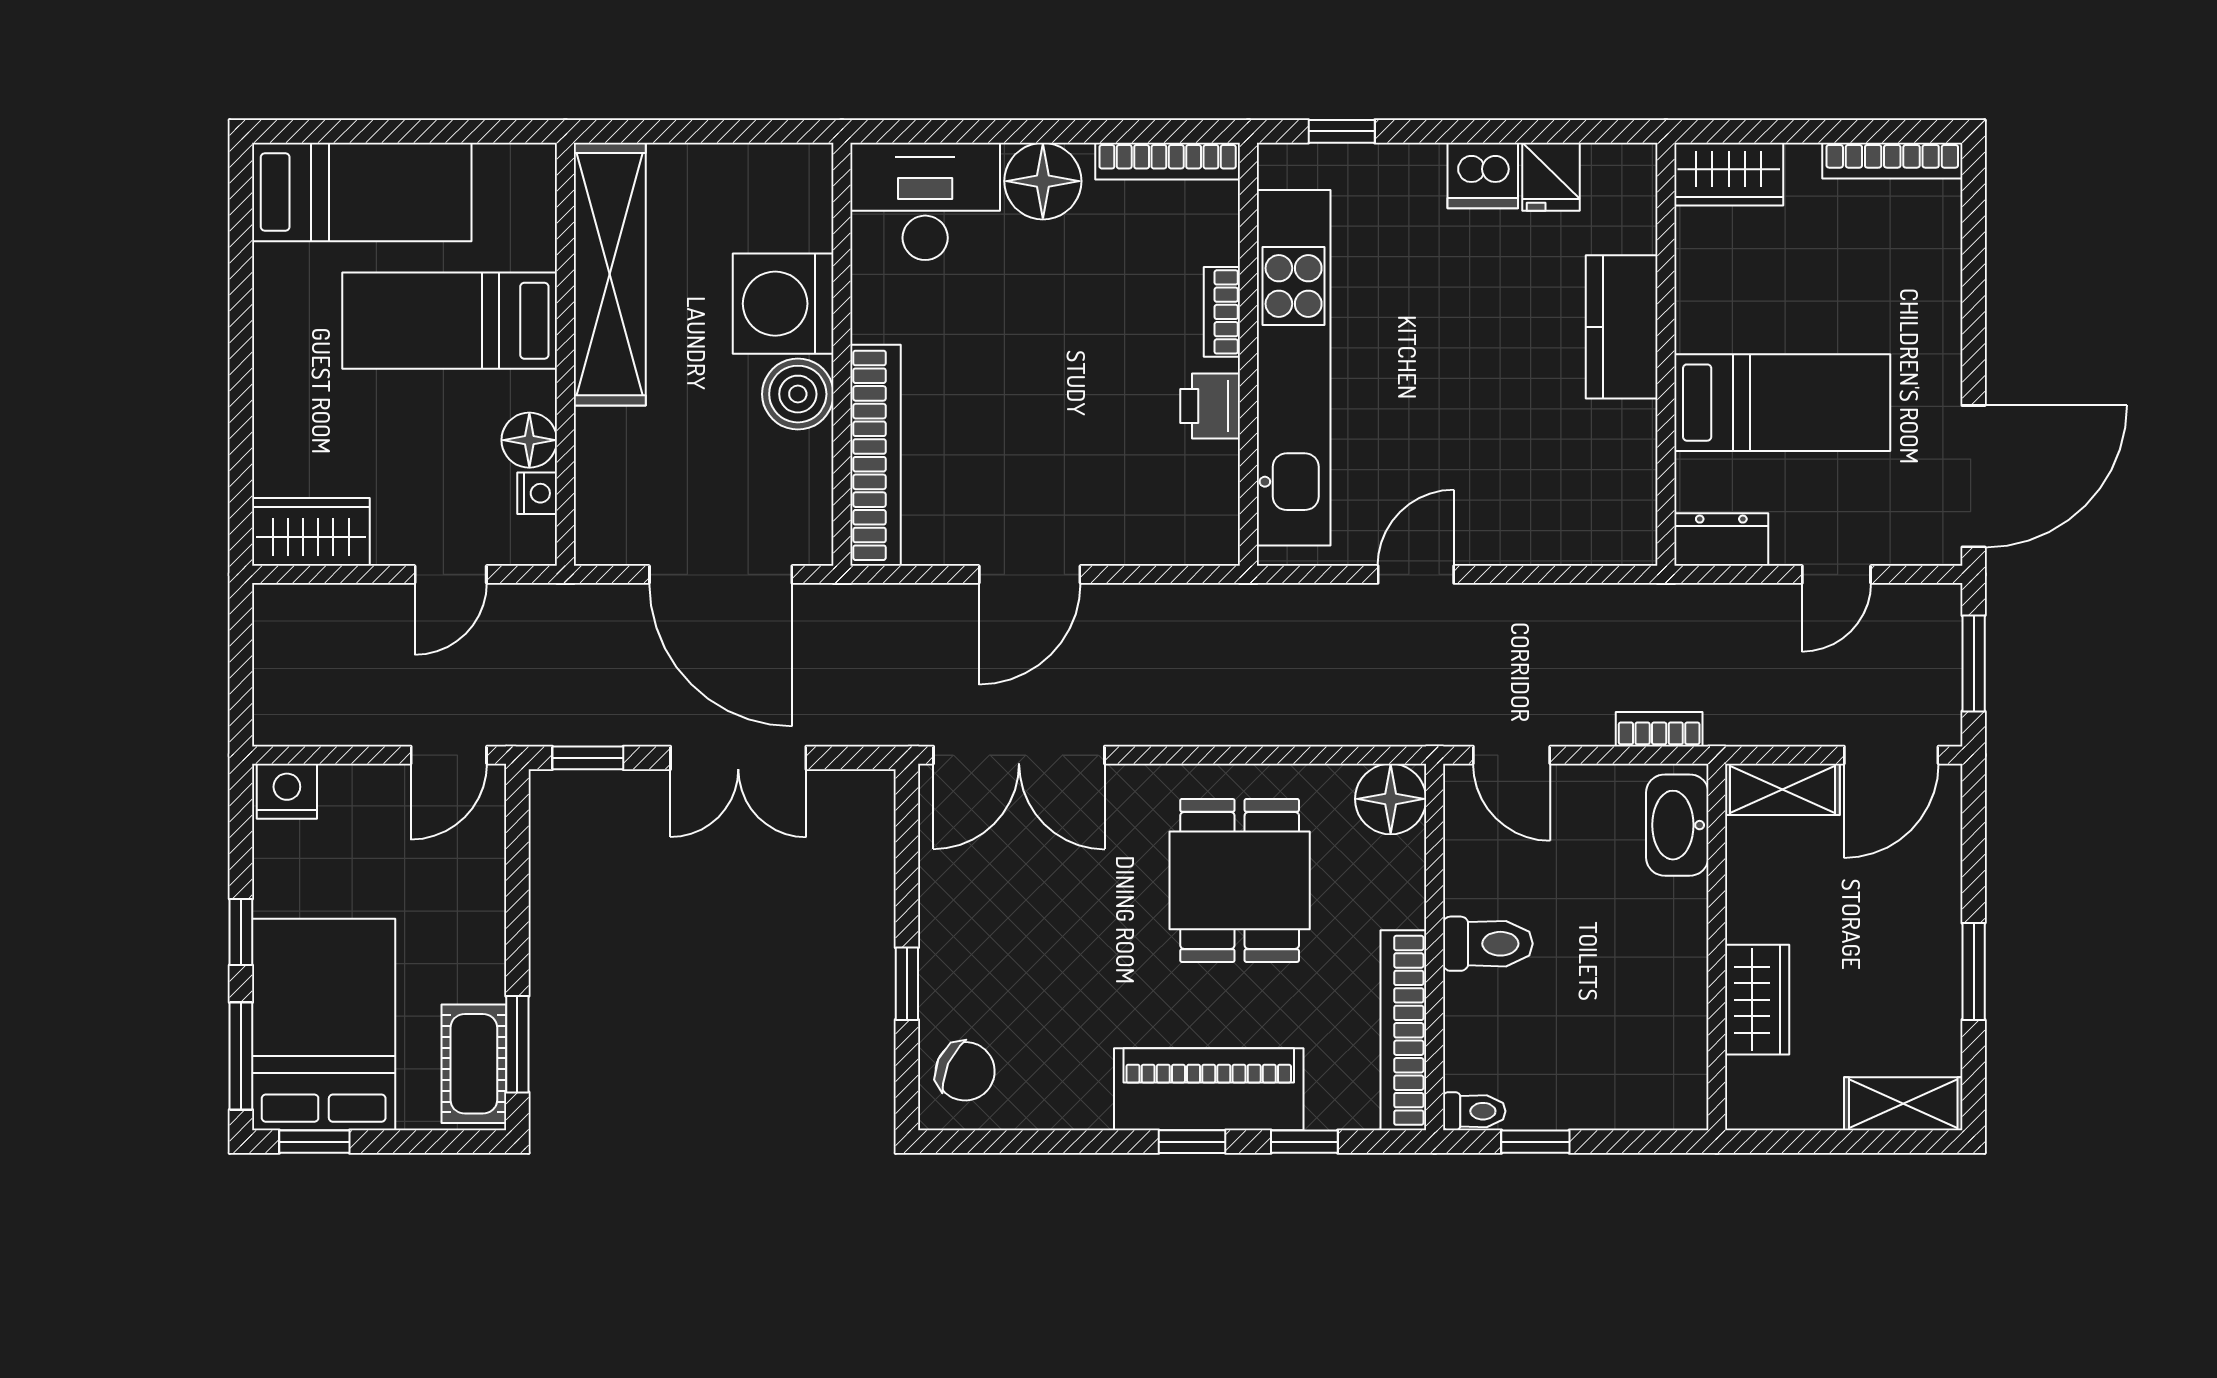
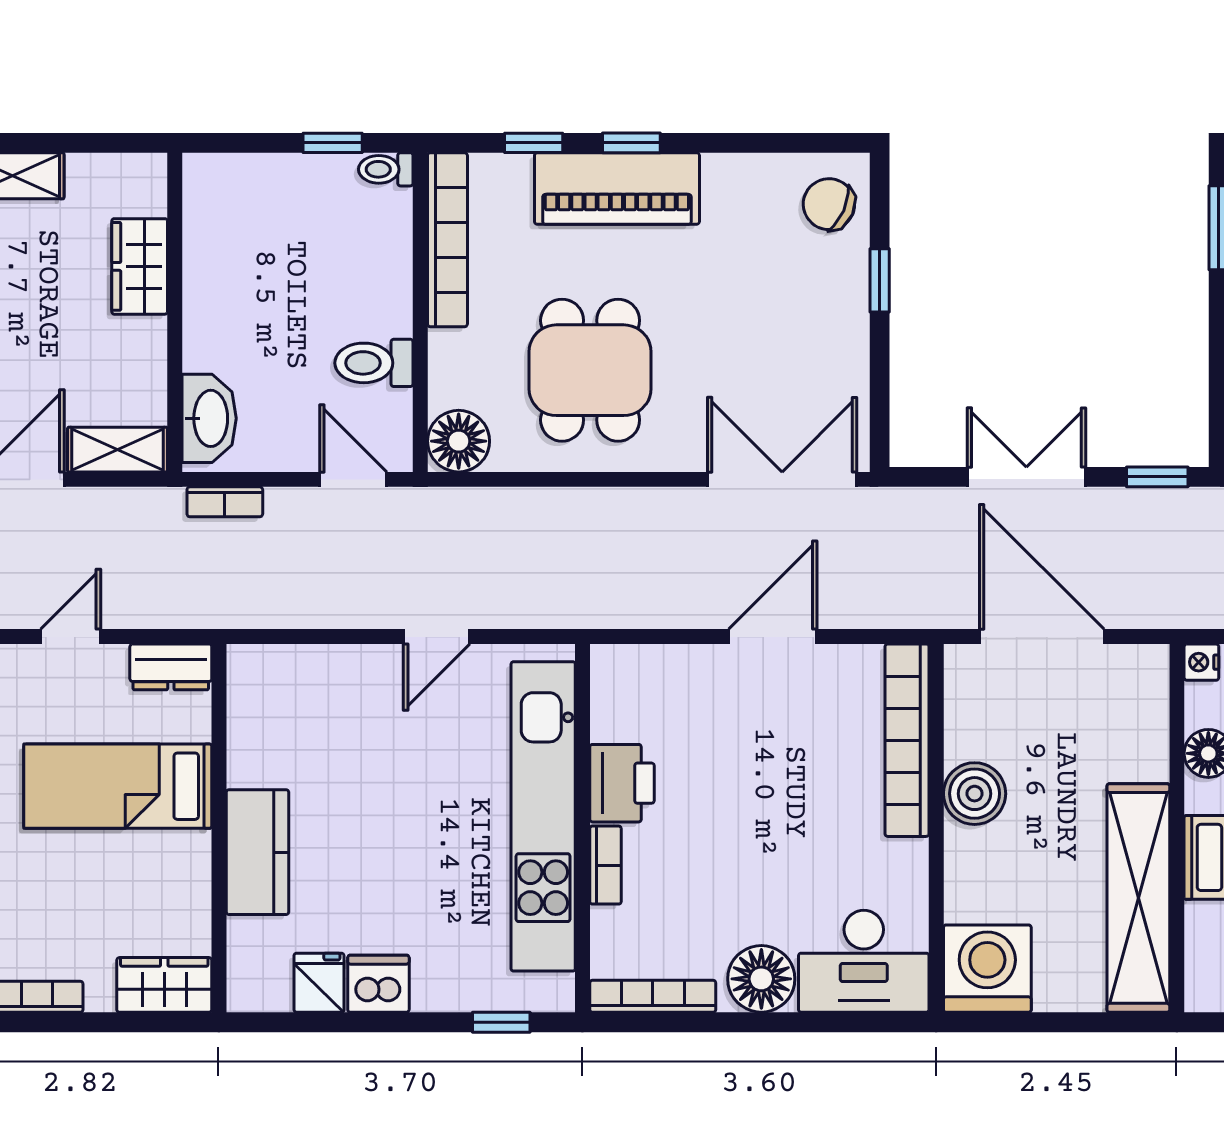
washing machine: (783, 304) -> (987, 969), moved, turned -90
printer: (1210, 406) -> (622, 783), width x1.36, depth x1.24
nightstand: (537, 493) -> (1201, 662), moved
toilet: (1488, 944) -> (374, 363), moved

